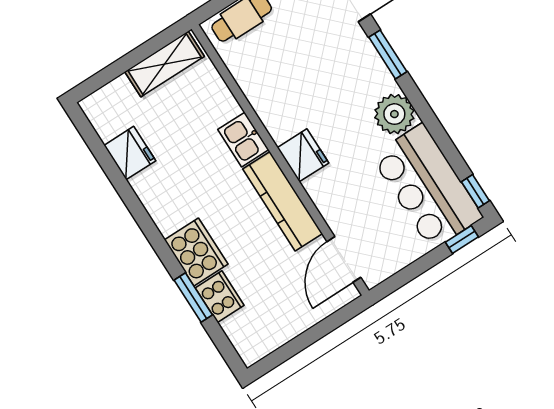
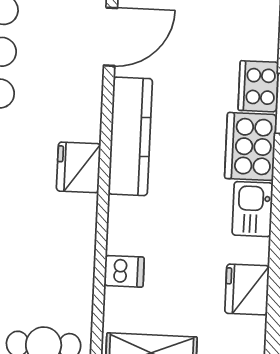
dishwasher: (222, 107) -> (124, 271), added
kitchen sink: (243, 140) -> (253, 209), moved, turned 180

